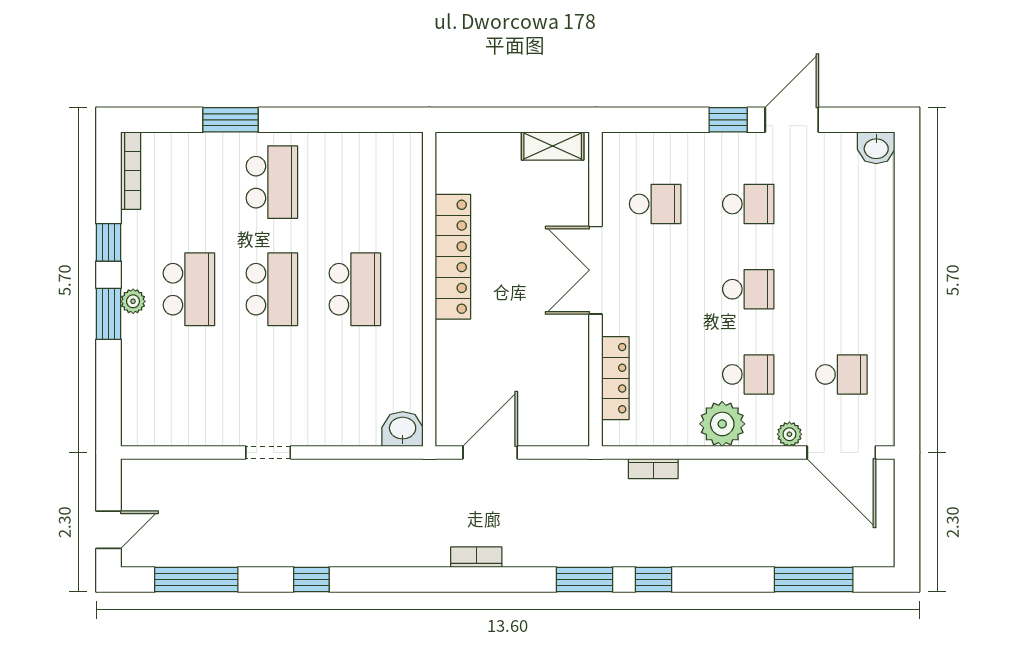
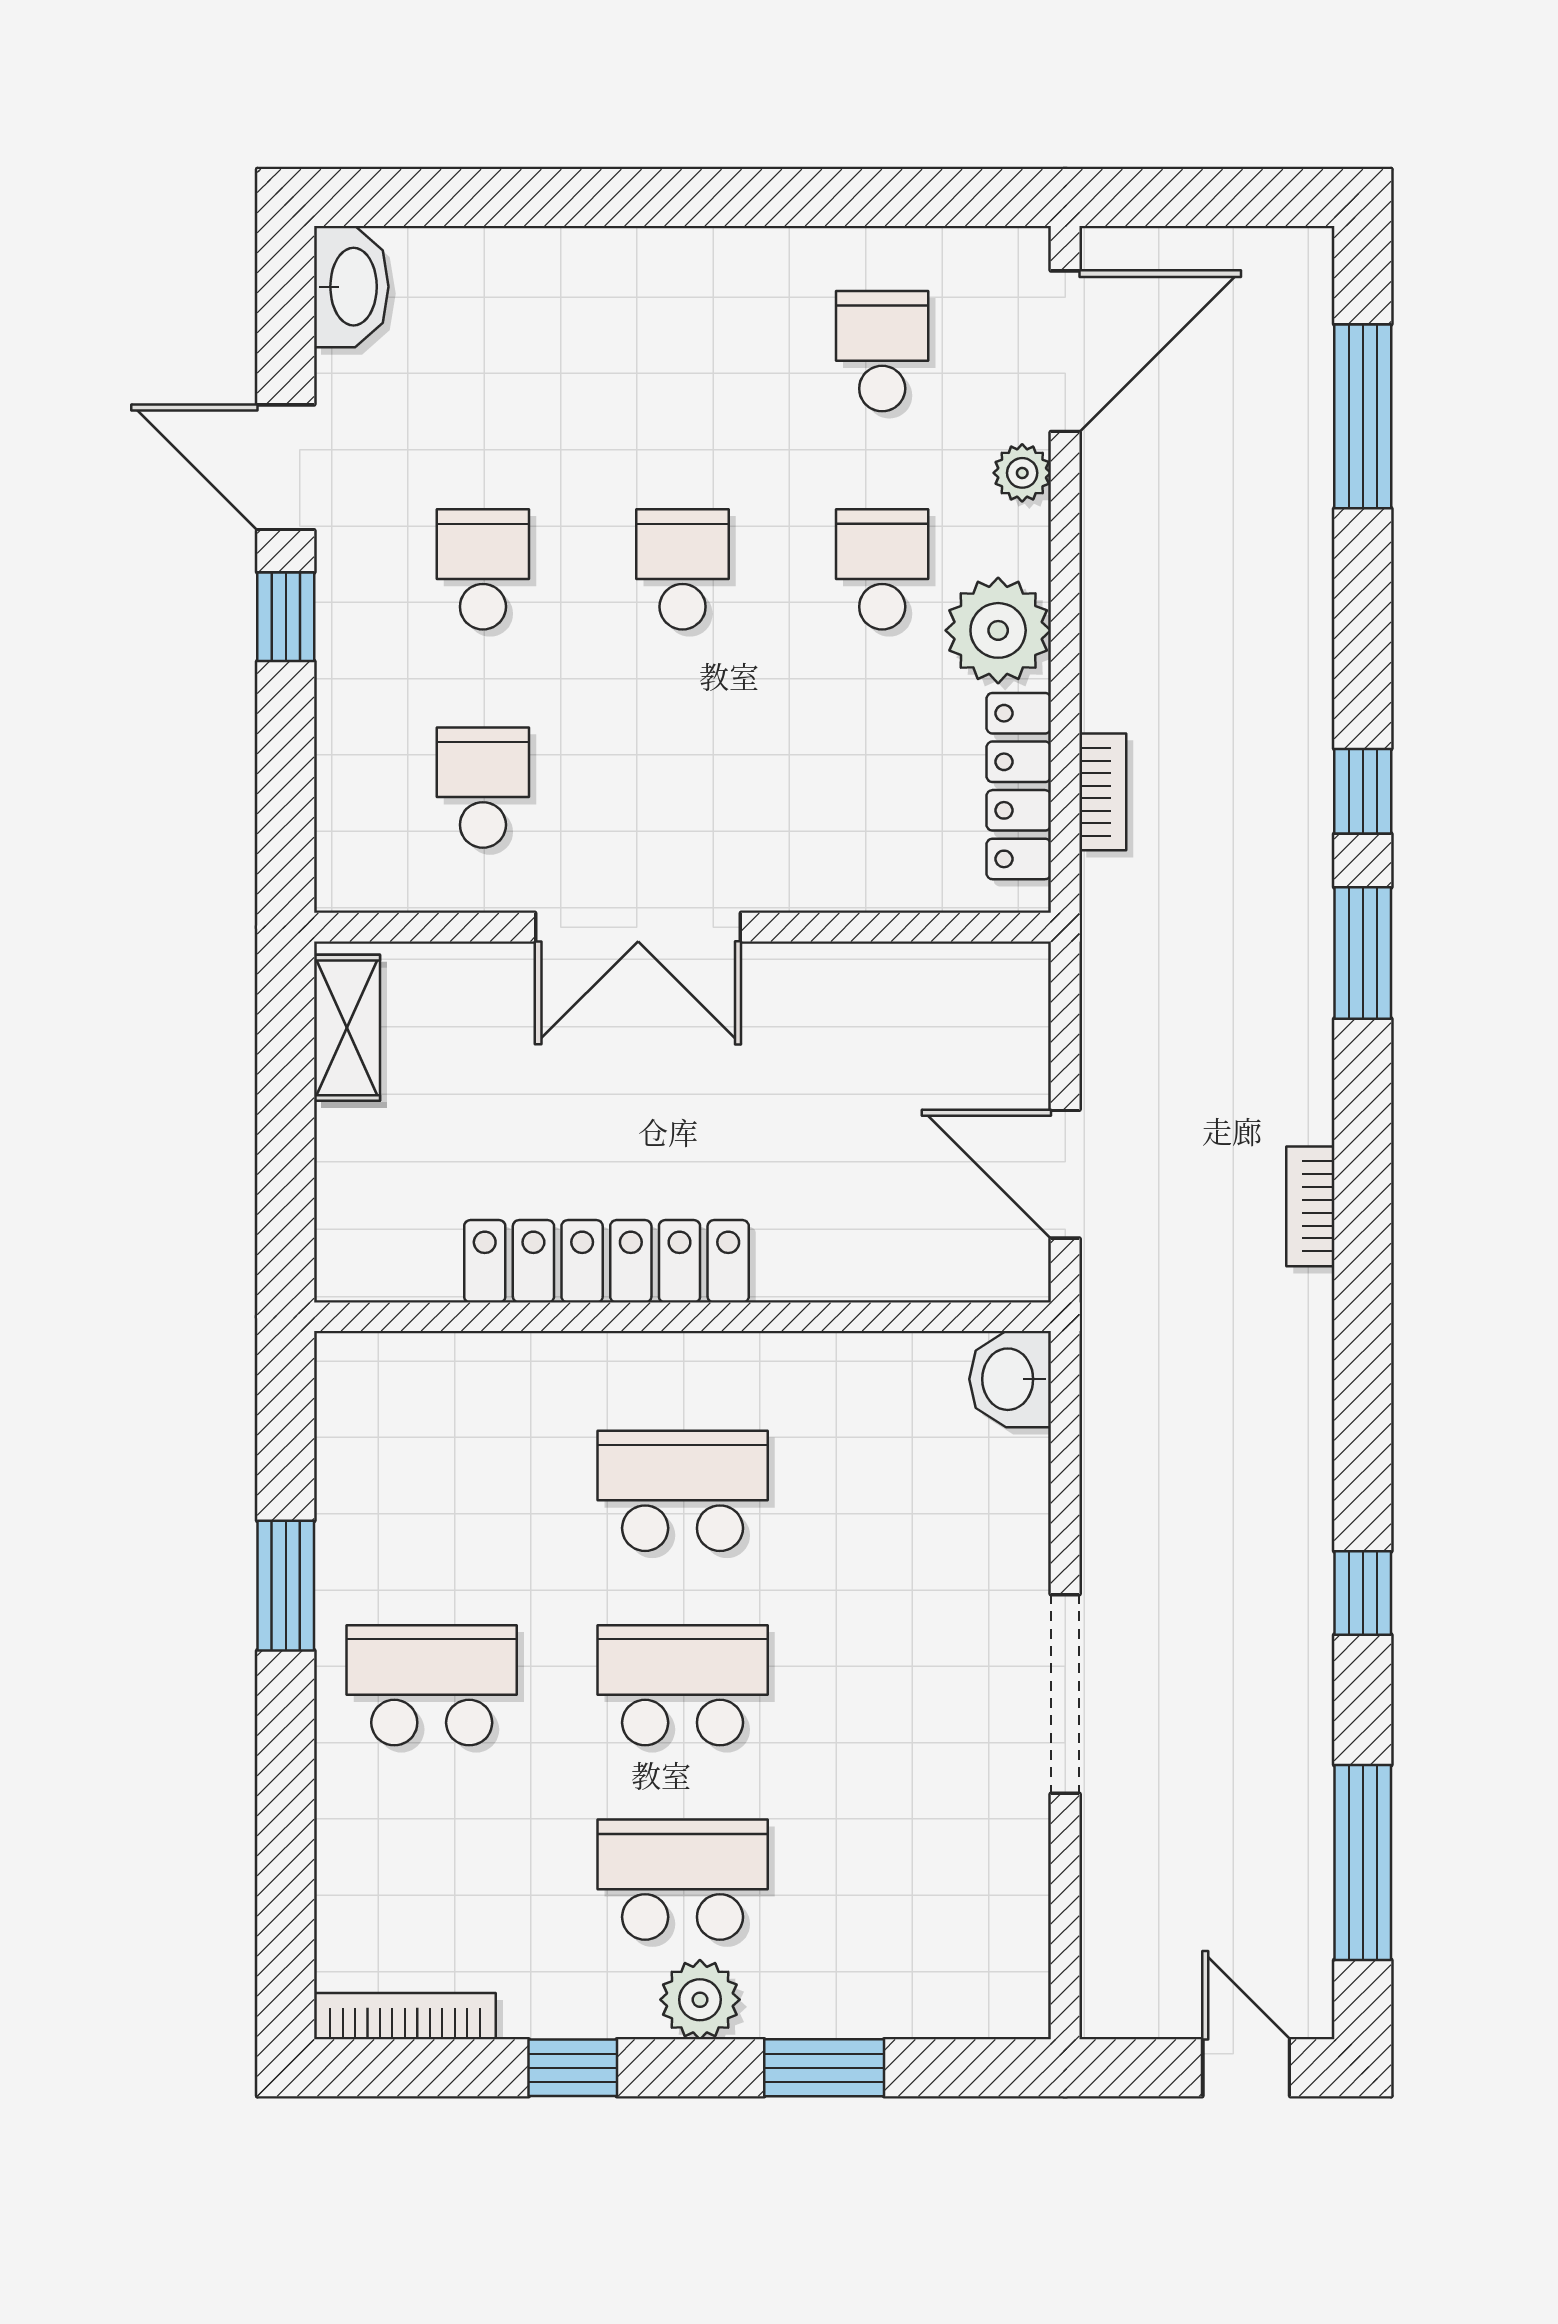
window: (230, 120) -> (286, 1586), moved
washbasin: (876, 148) -> (351, 287), width x1.38
plant: (133, 301) -> (700, 2000), width x1.38, depth x1.38
window: (109, 314) -> (824, 2068), moved
locker: (615, 378) -> (1019, 786), moved, turned -90
doorway: (268, 453) -> (1065, 1694), width x1.88

